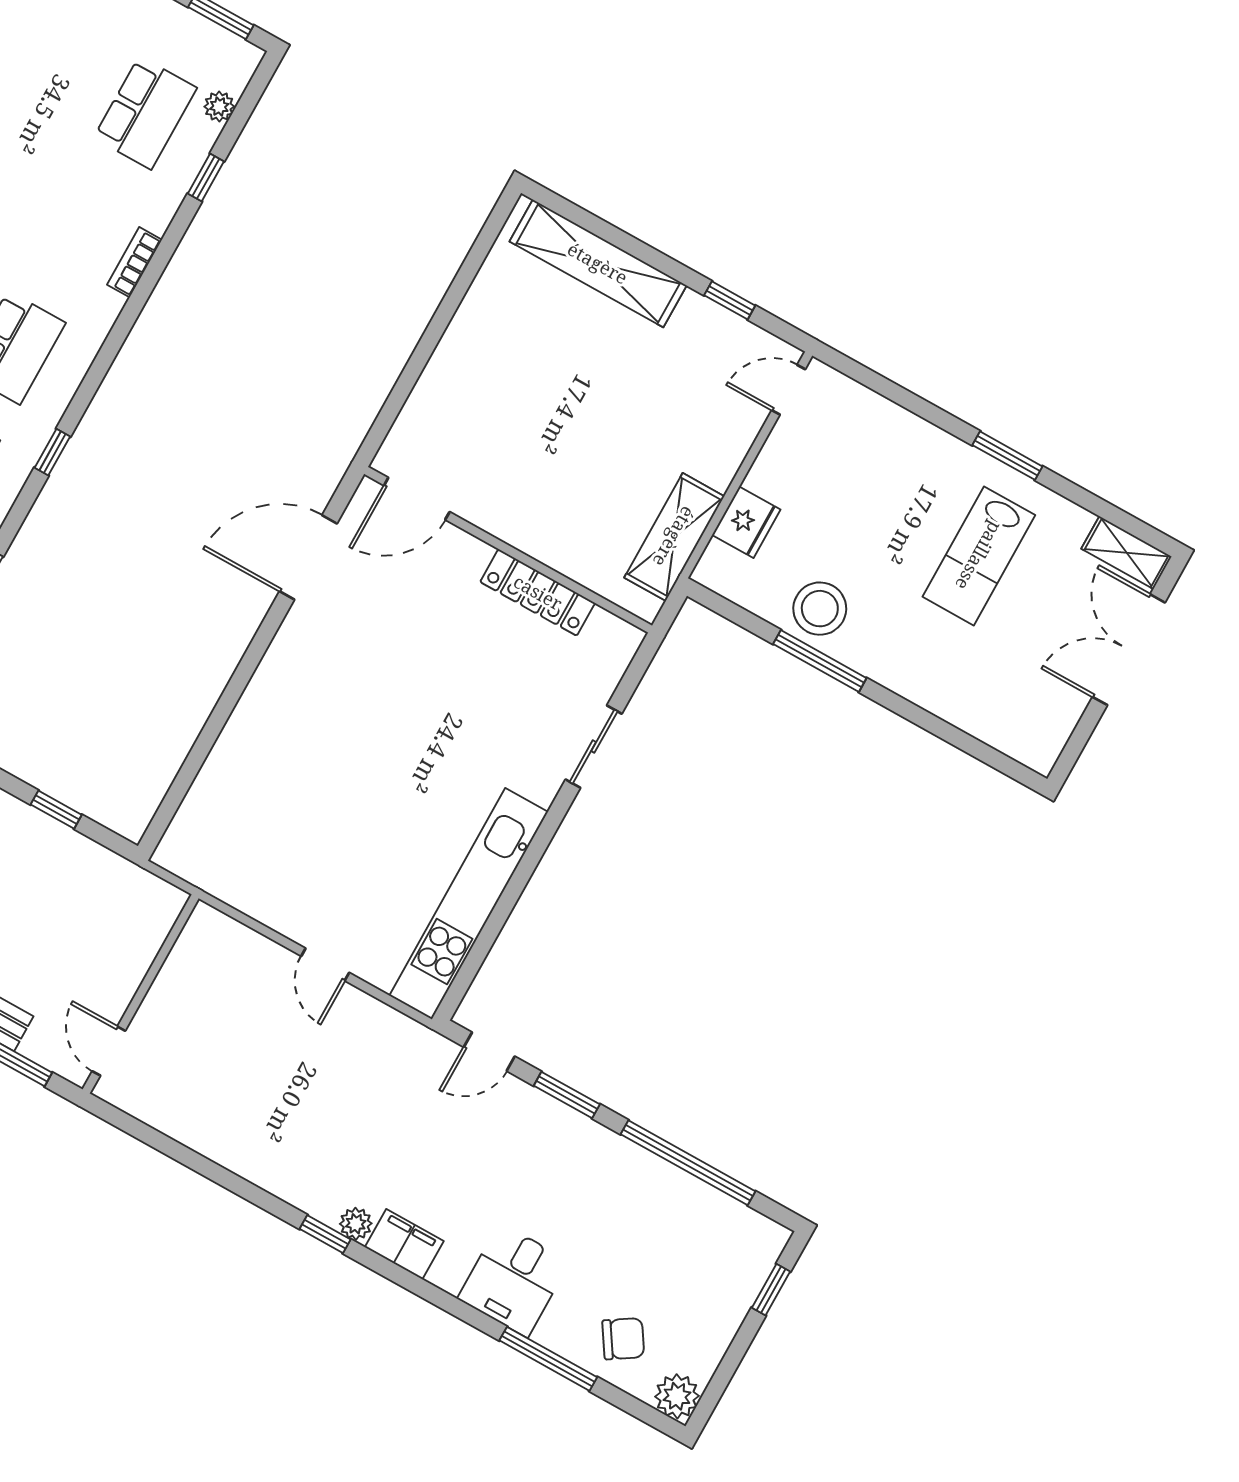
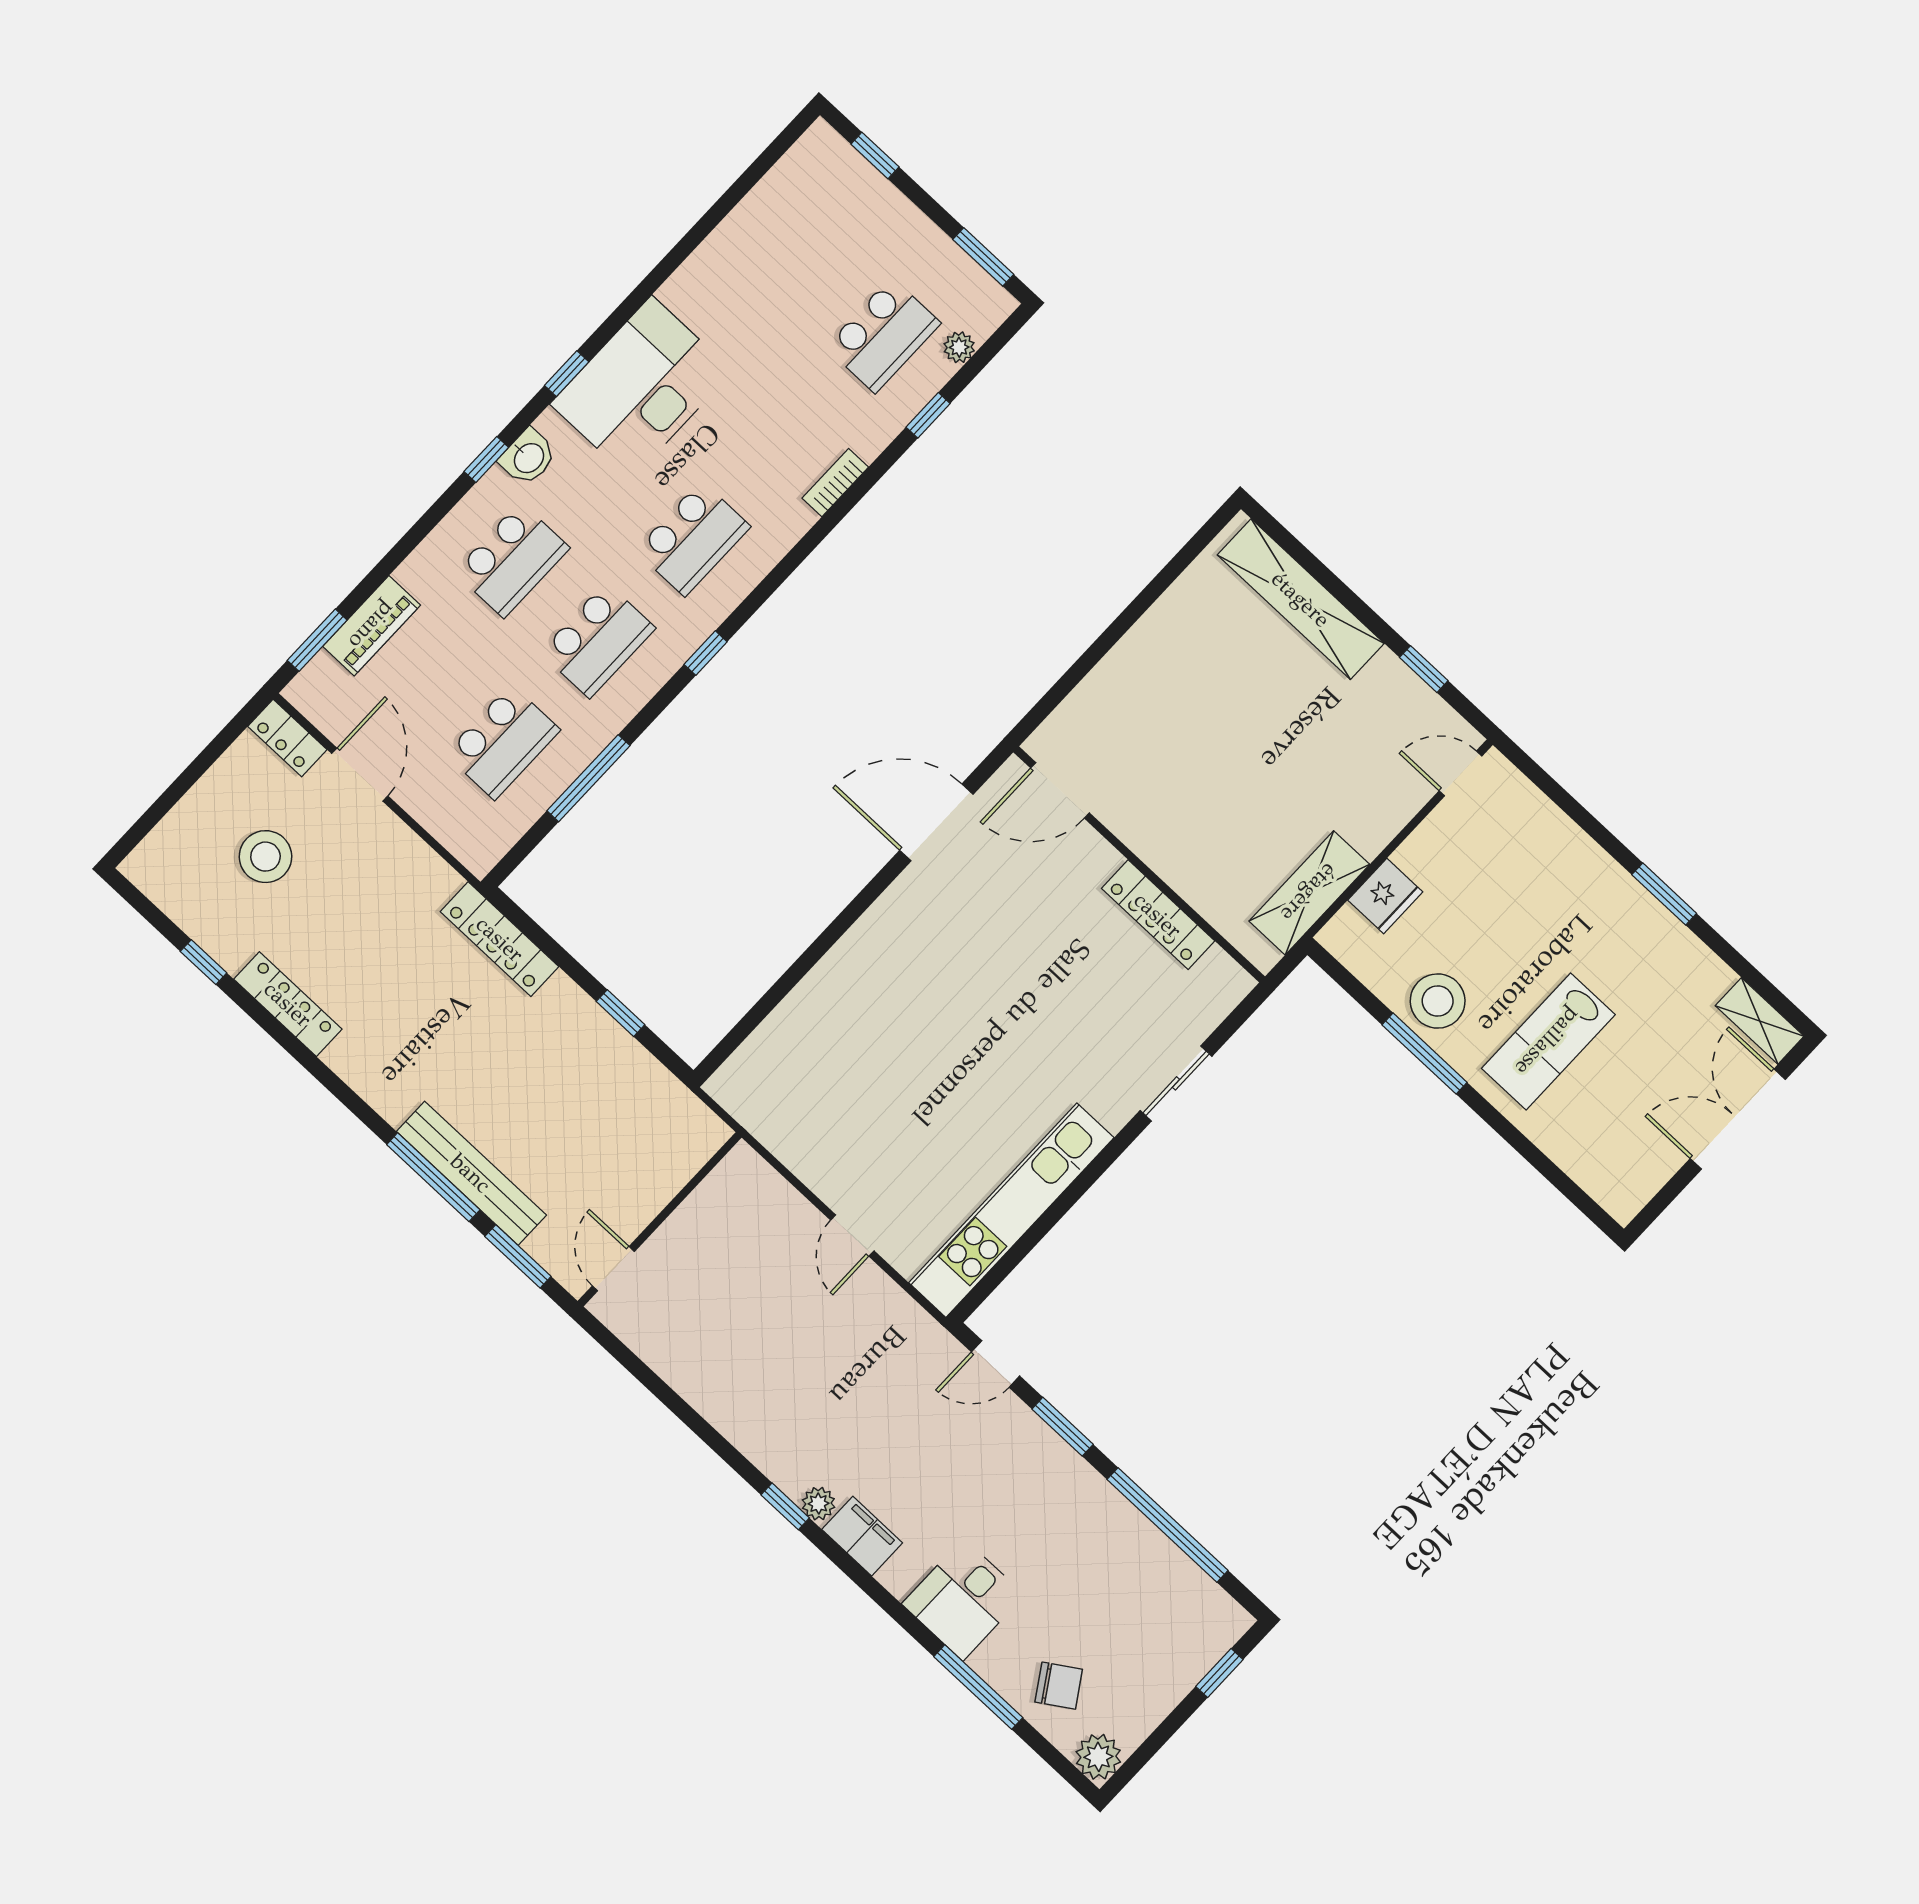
lab bench: (979, 556) -> (1548, 1042), moved

